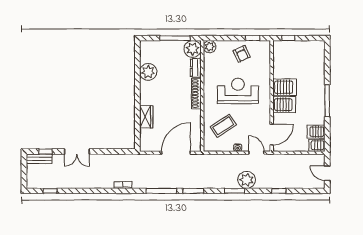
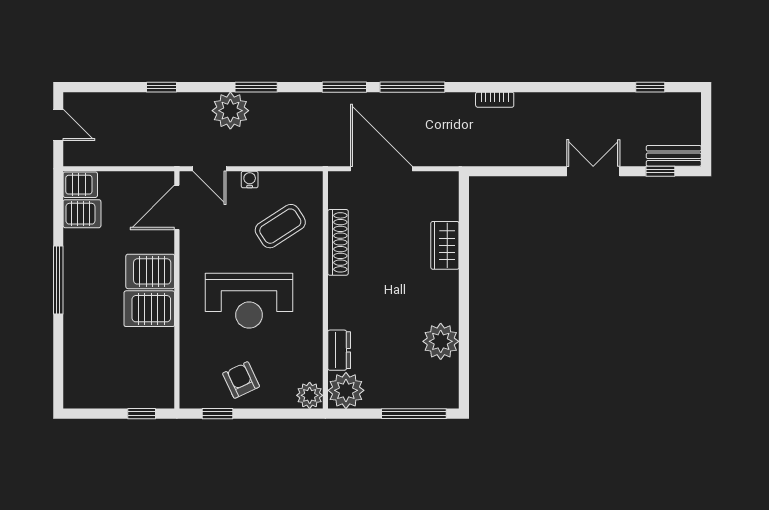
window: (175, 38) -> (414, 414), moved
shoe rack: (196, 94) -> (338, 242), moved
door: (176, 153) -> (381, 169), swing flipped

